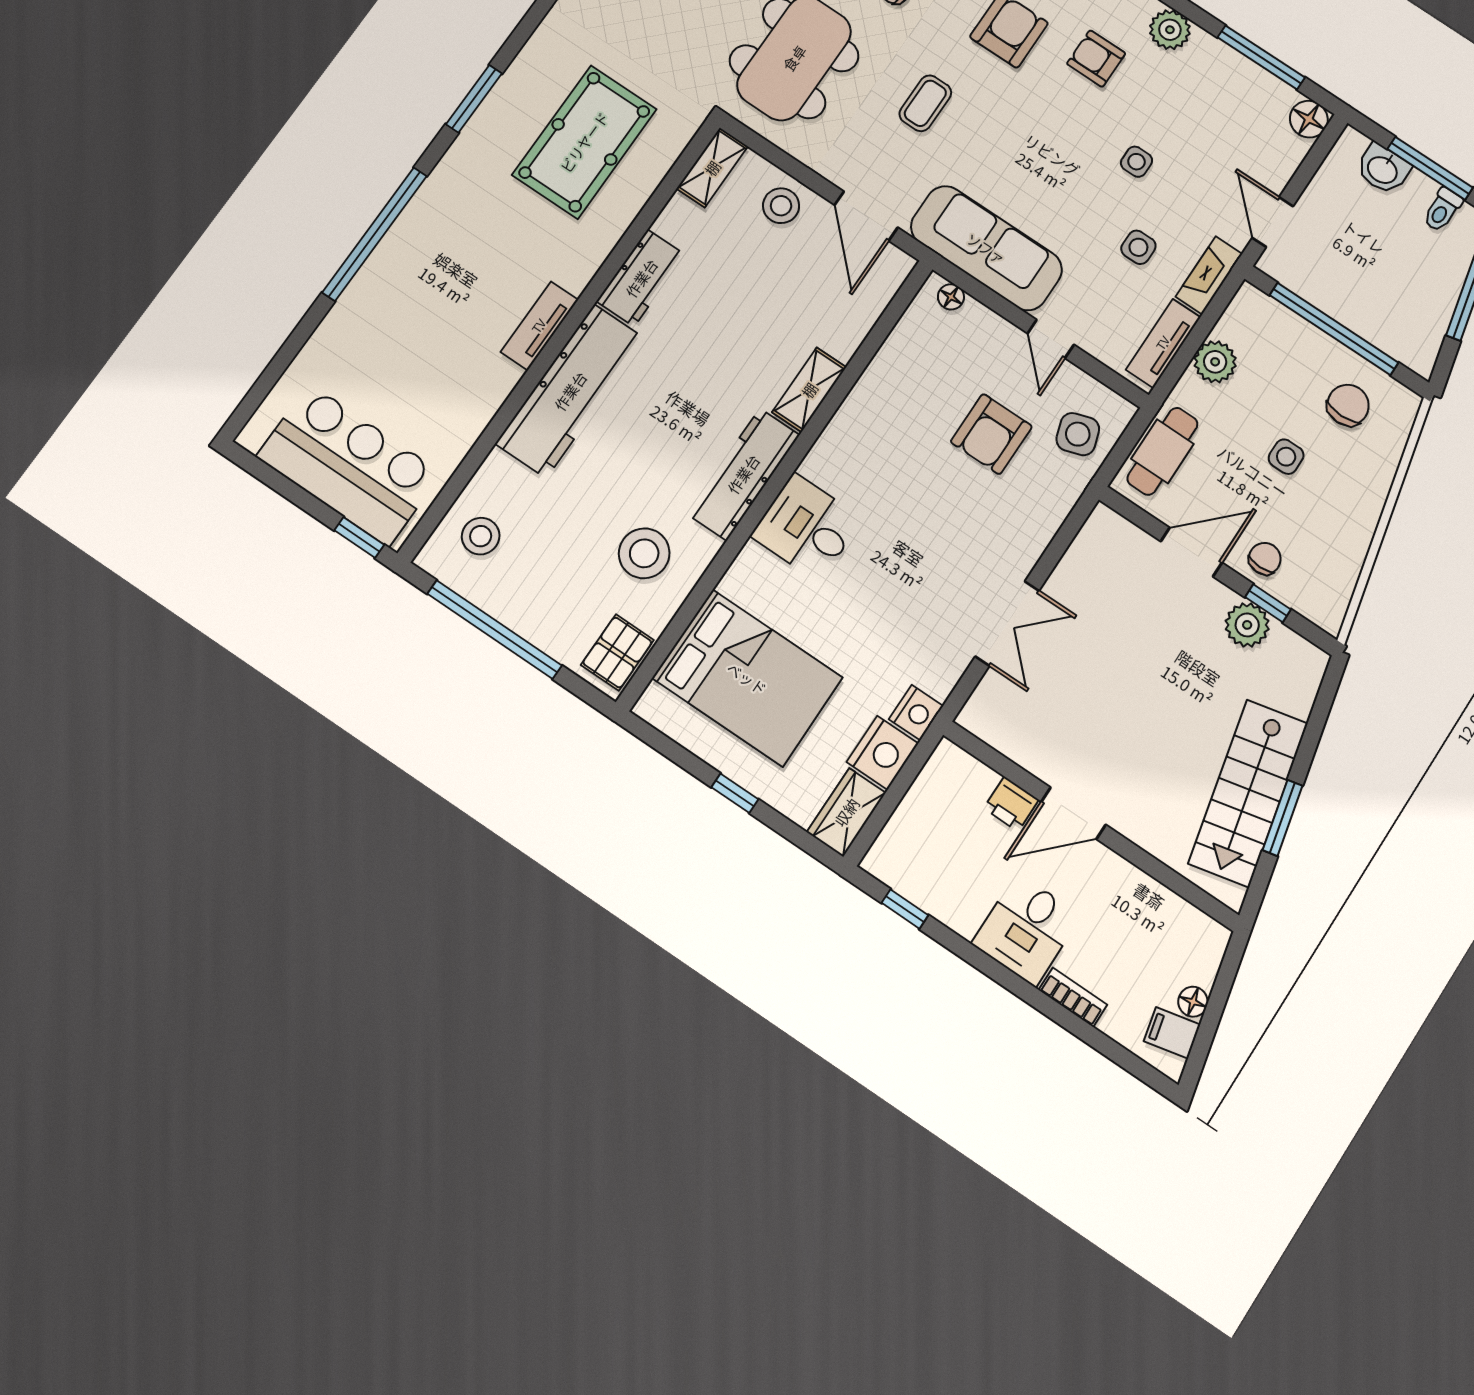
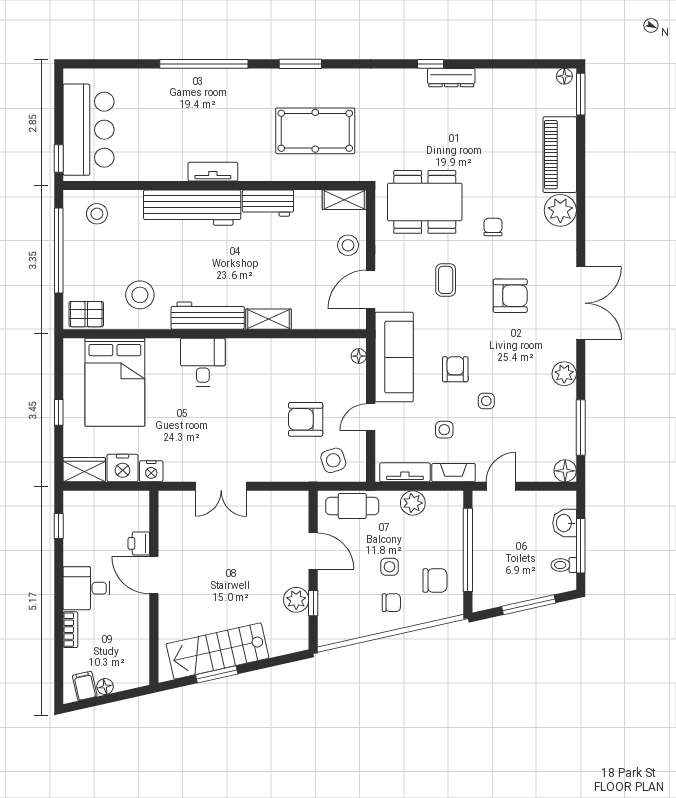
armchair: (1096, 59) -> (455, 369), moved
coffee table: (925, 103) -> (446, 280), turned 90
chair: (1265, 559) -> (391, 603), moved

